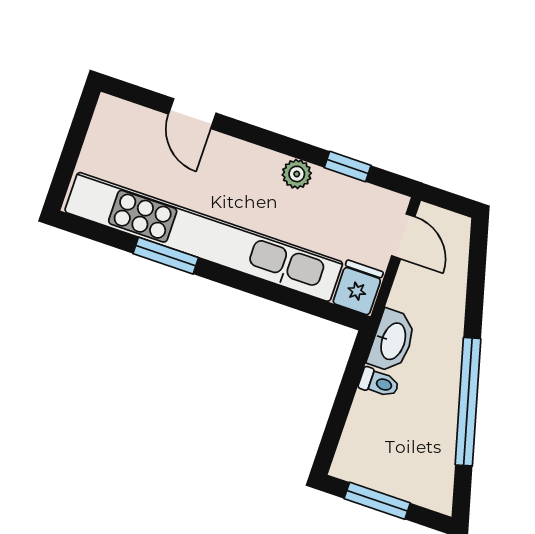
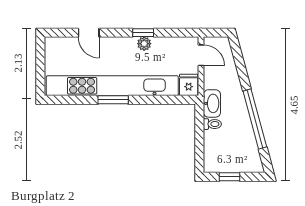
window: (348, 167) -> (143, 33), moved
window: (166, 256) -> (113, 100), moved
window: (377, 501) -> (229, 177), width x0.67

